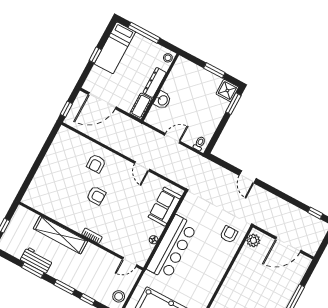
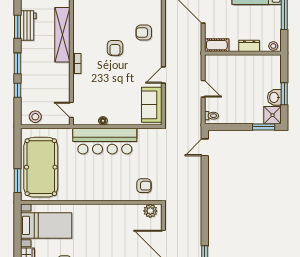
dresser: (155, 83) -> (249, 46), width x0.70
washbasin: (162, 100) -> (274, 97), moved, turned 90
door: (248, 177) -> (205, 147), moved
sofa: (165, 207) -> (152, 105), moved, turned -90

